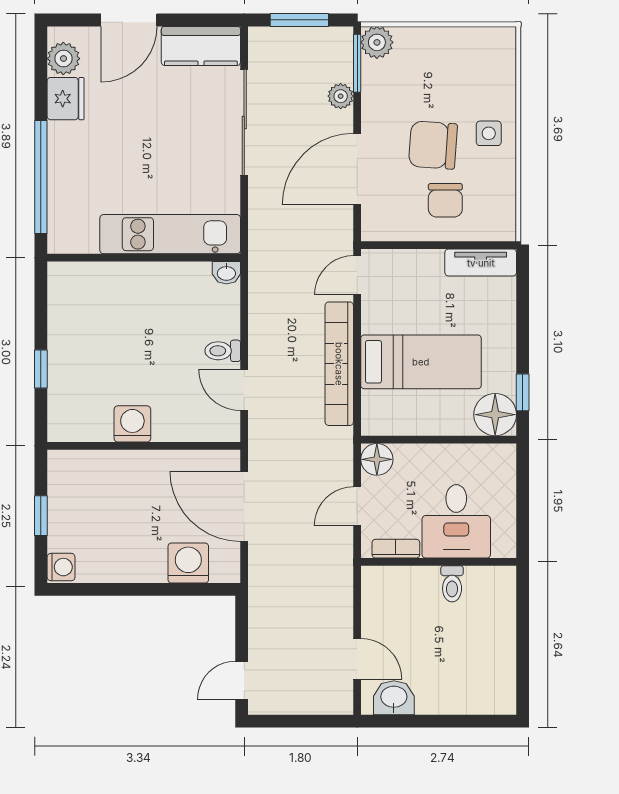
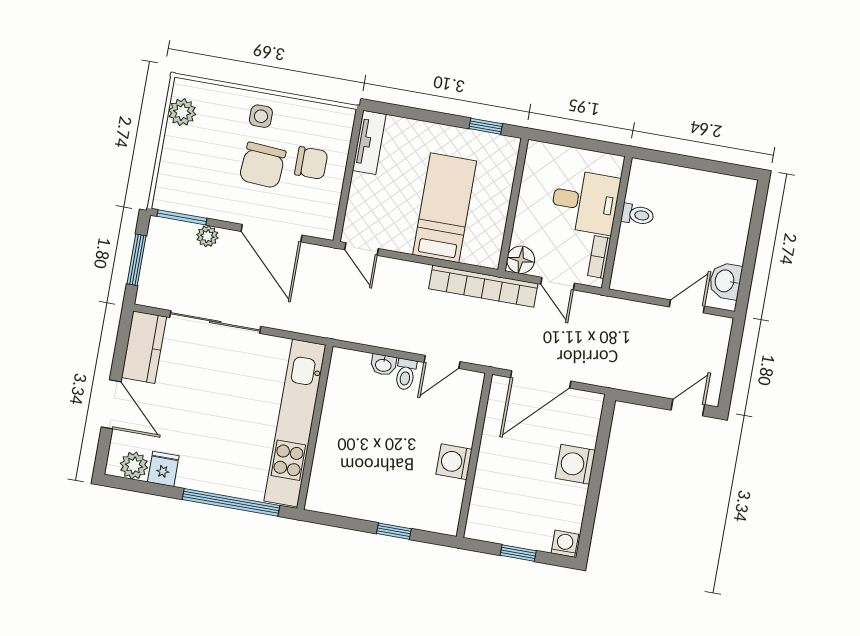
plant: (377, 42) -> (182, 112), moved
fridge: (66, 99) -> (163, 469), width x0.72
kitchen unit: (170, 234) -> (295, 423), width x1.36
washbasin: (226, 273) -> (383, 365), moved, turned 90
bookcase: (339, 364) -> (483, 286), moved
floor lamp: (495, 415) -> (500, 153), removed
washing machine: (188, 563) -> (575, 464), moved
door: (242, 680) -> (688, 407), swing flipped

